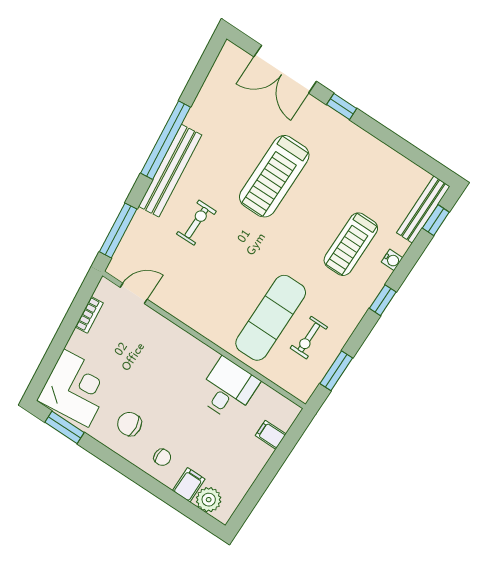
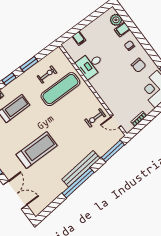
exercise bike: (196, 223) -> (95, 118), moved
window: (336, 371) -> (29, 64), moved

